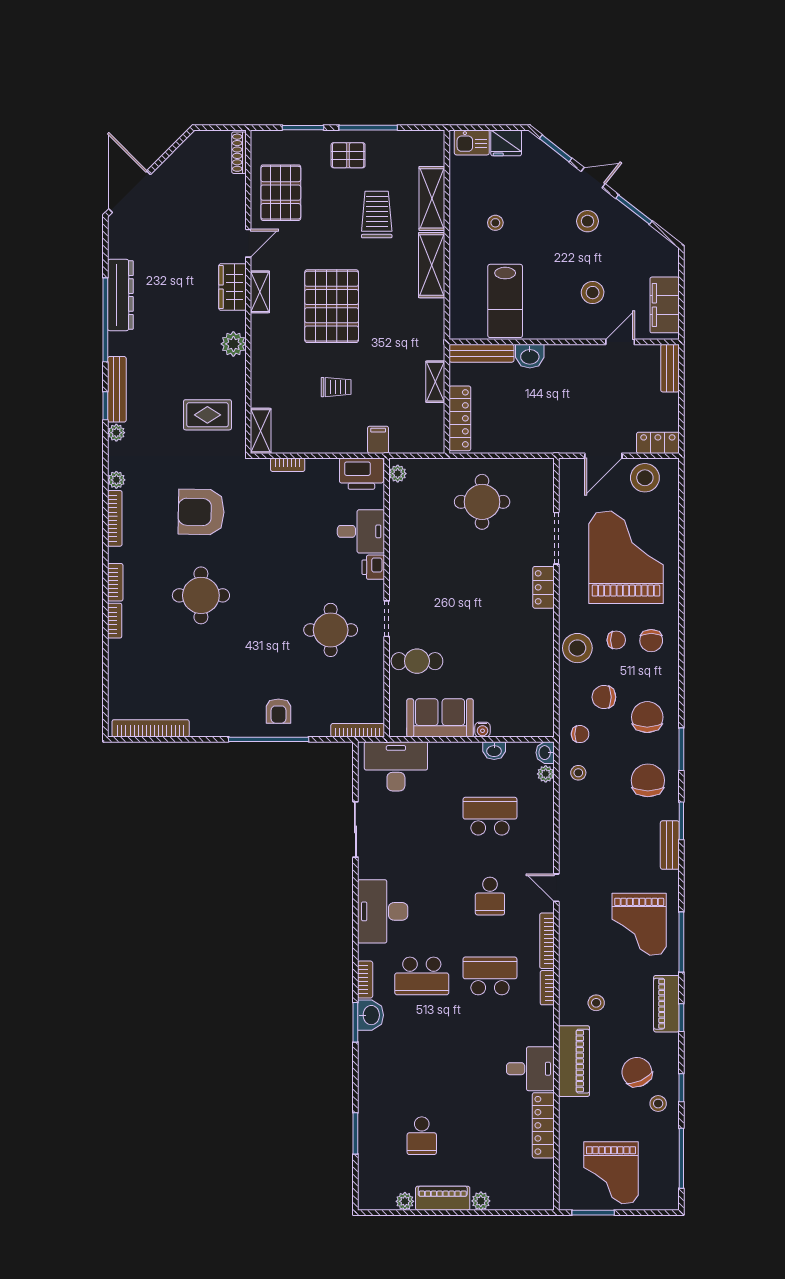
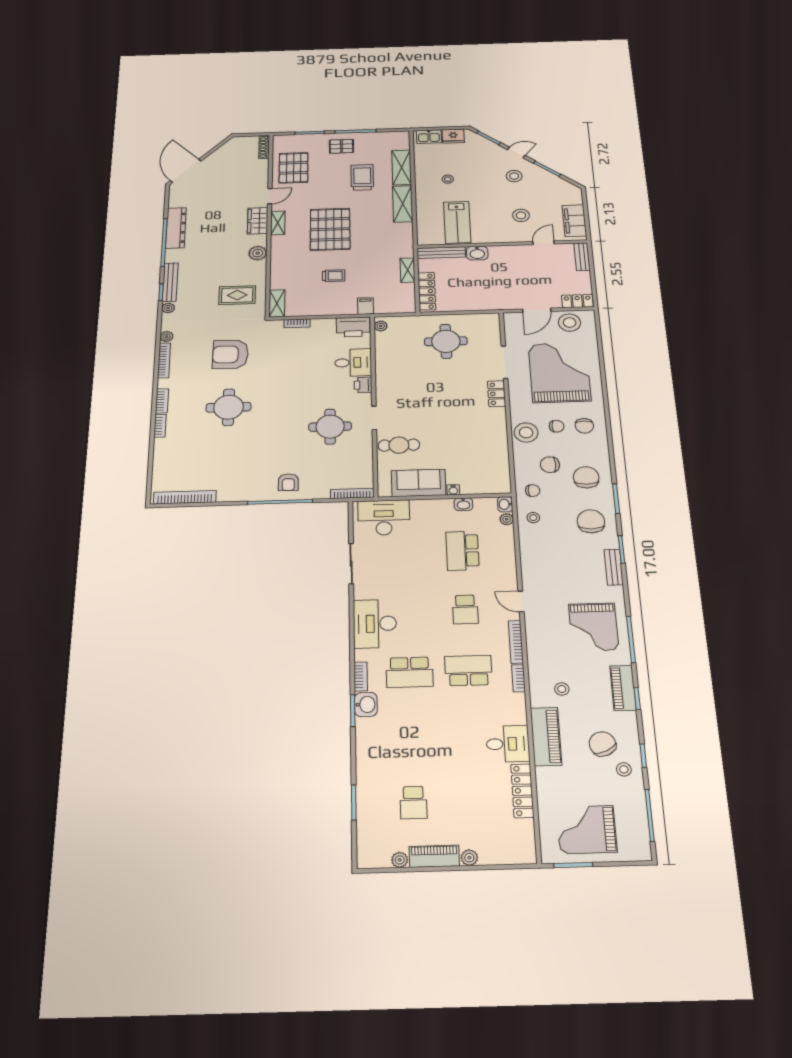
school desk: (490, 816) -> (462, 551), turned -90
grand piano: (611, 1173) -> (587, 830), turned 90

